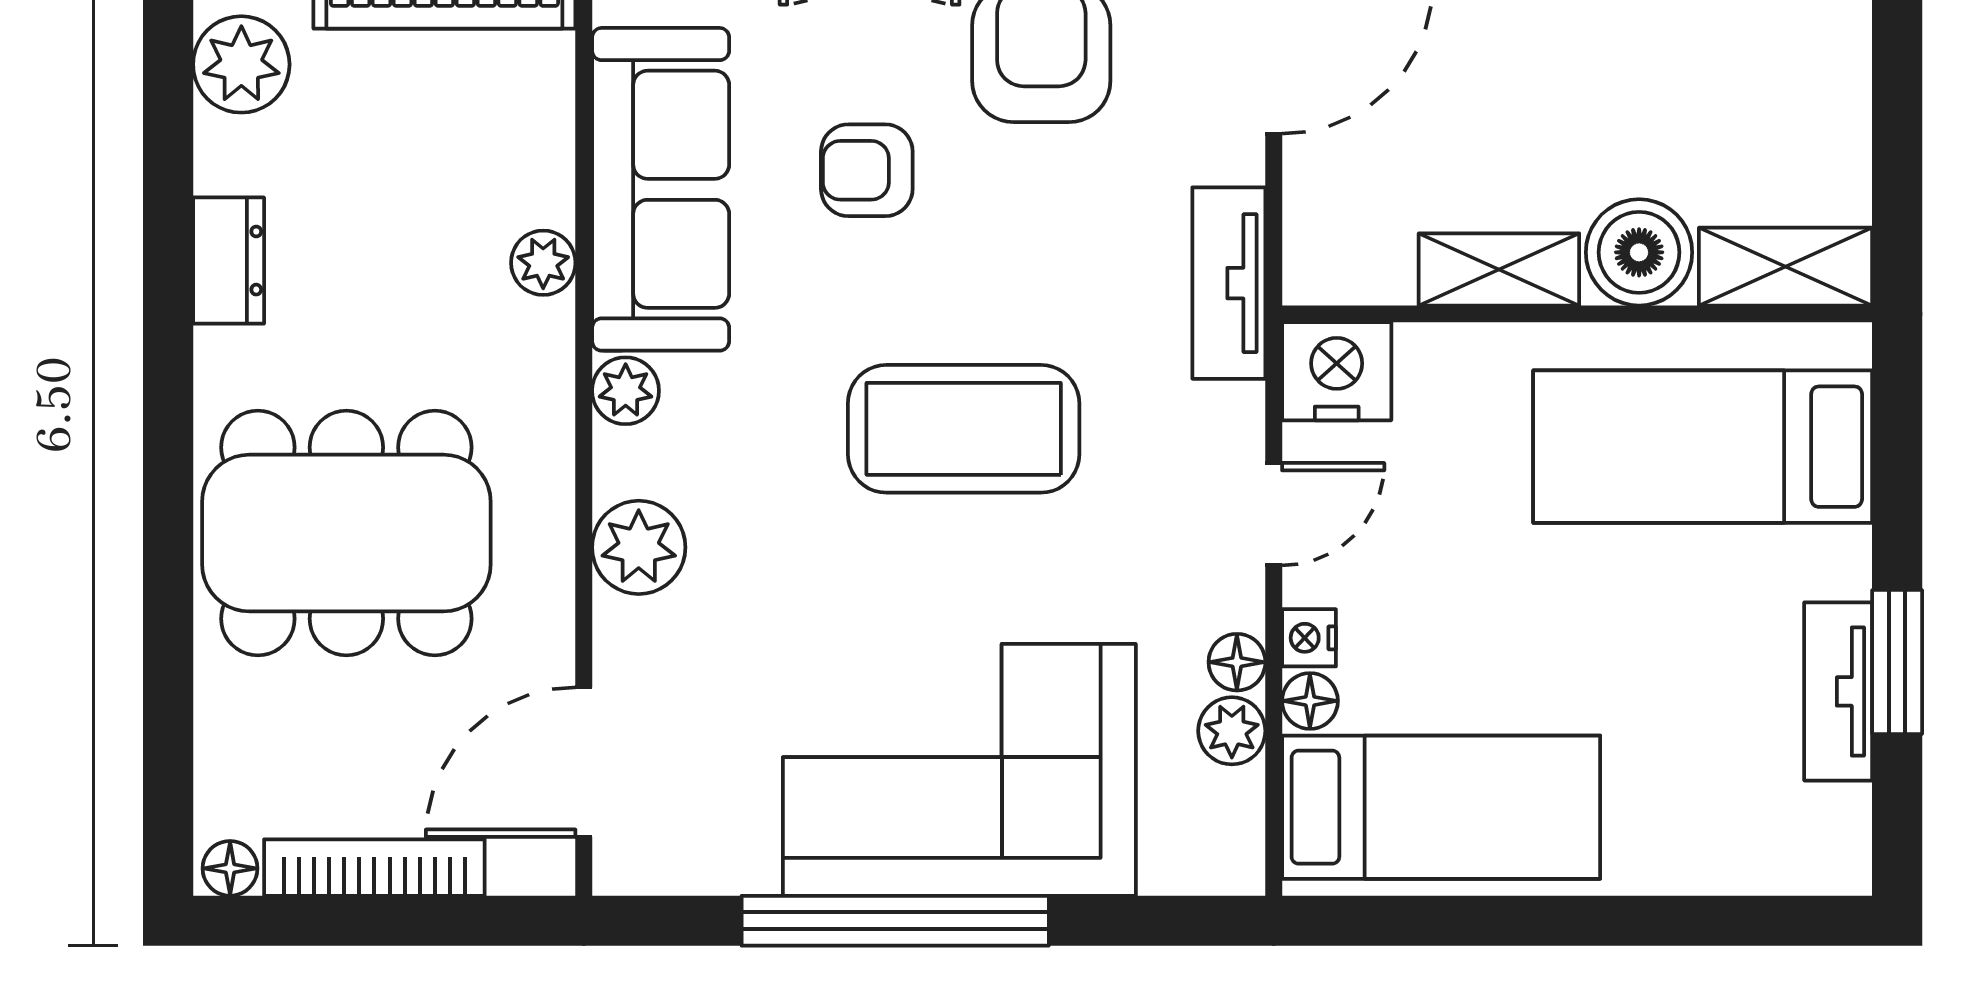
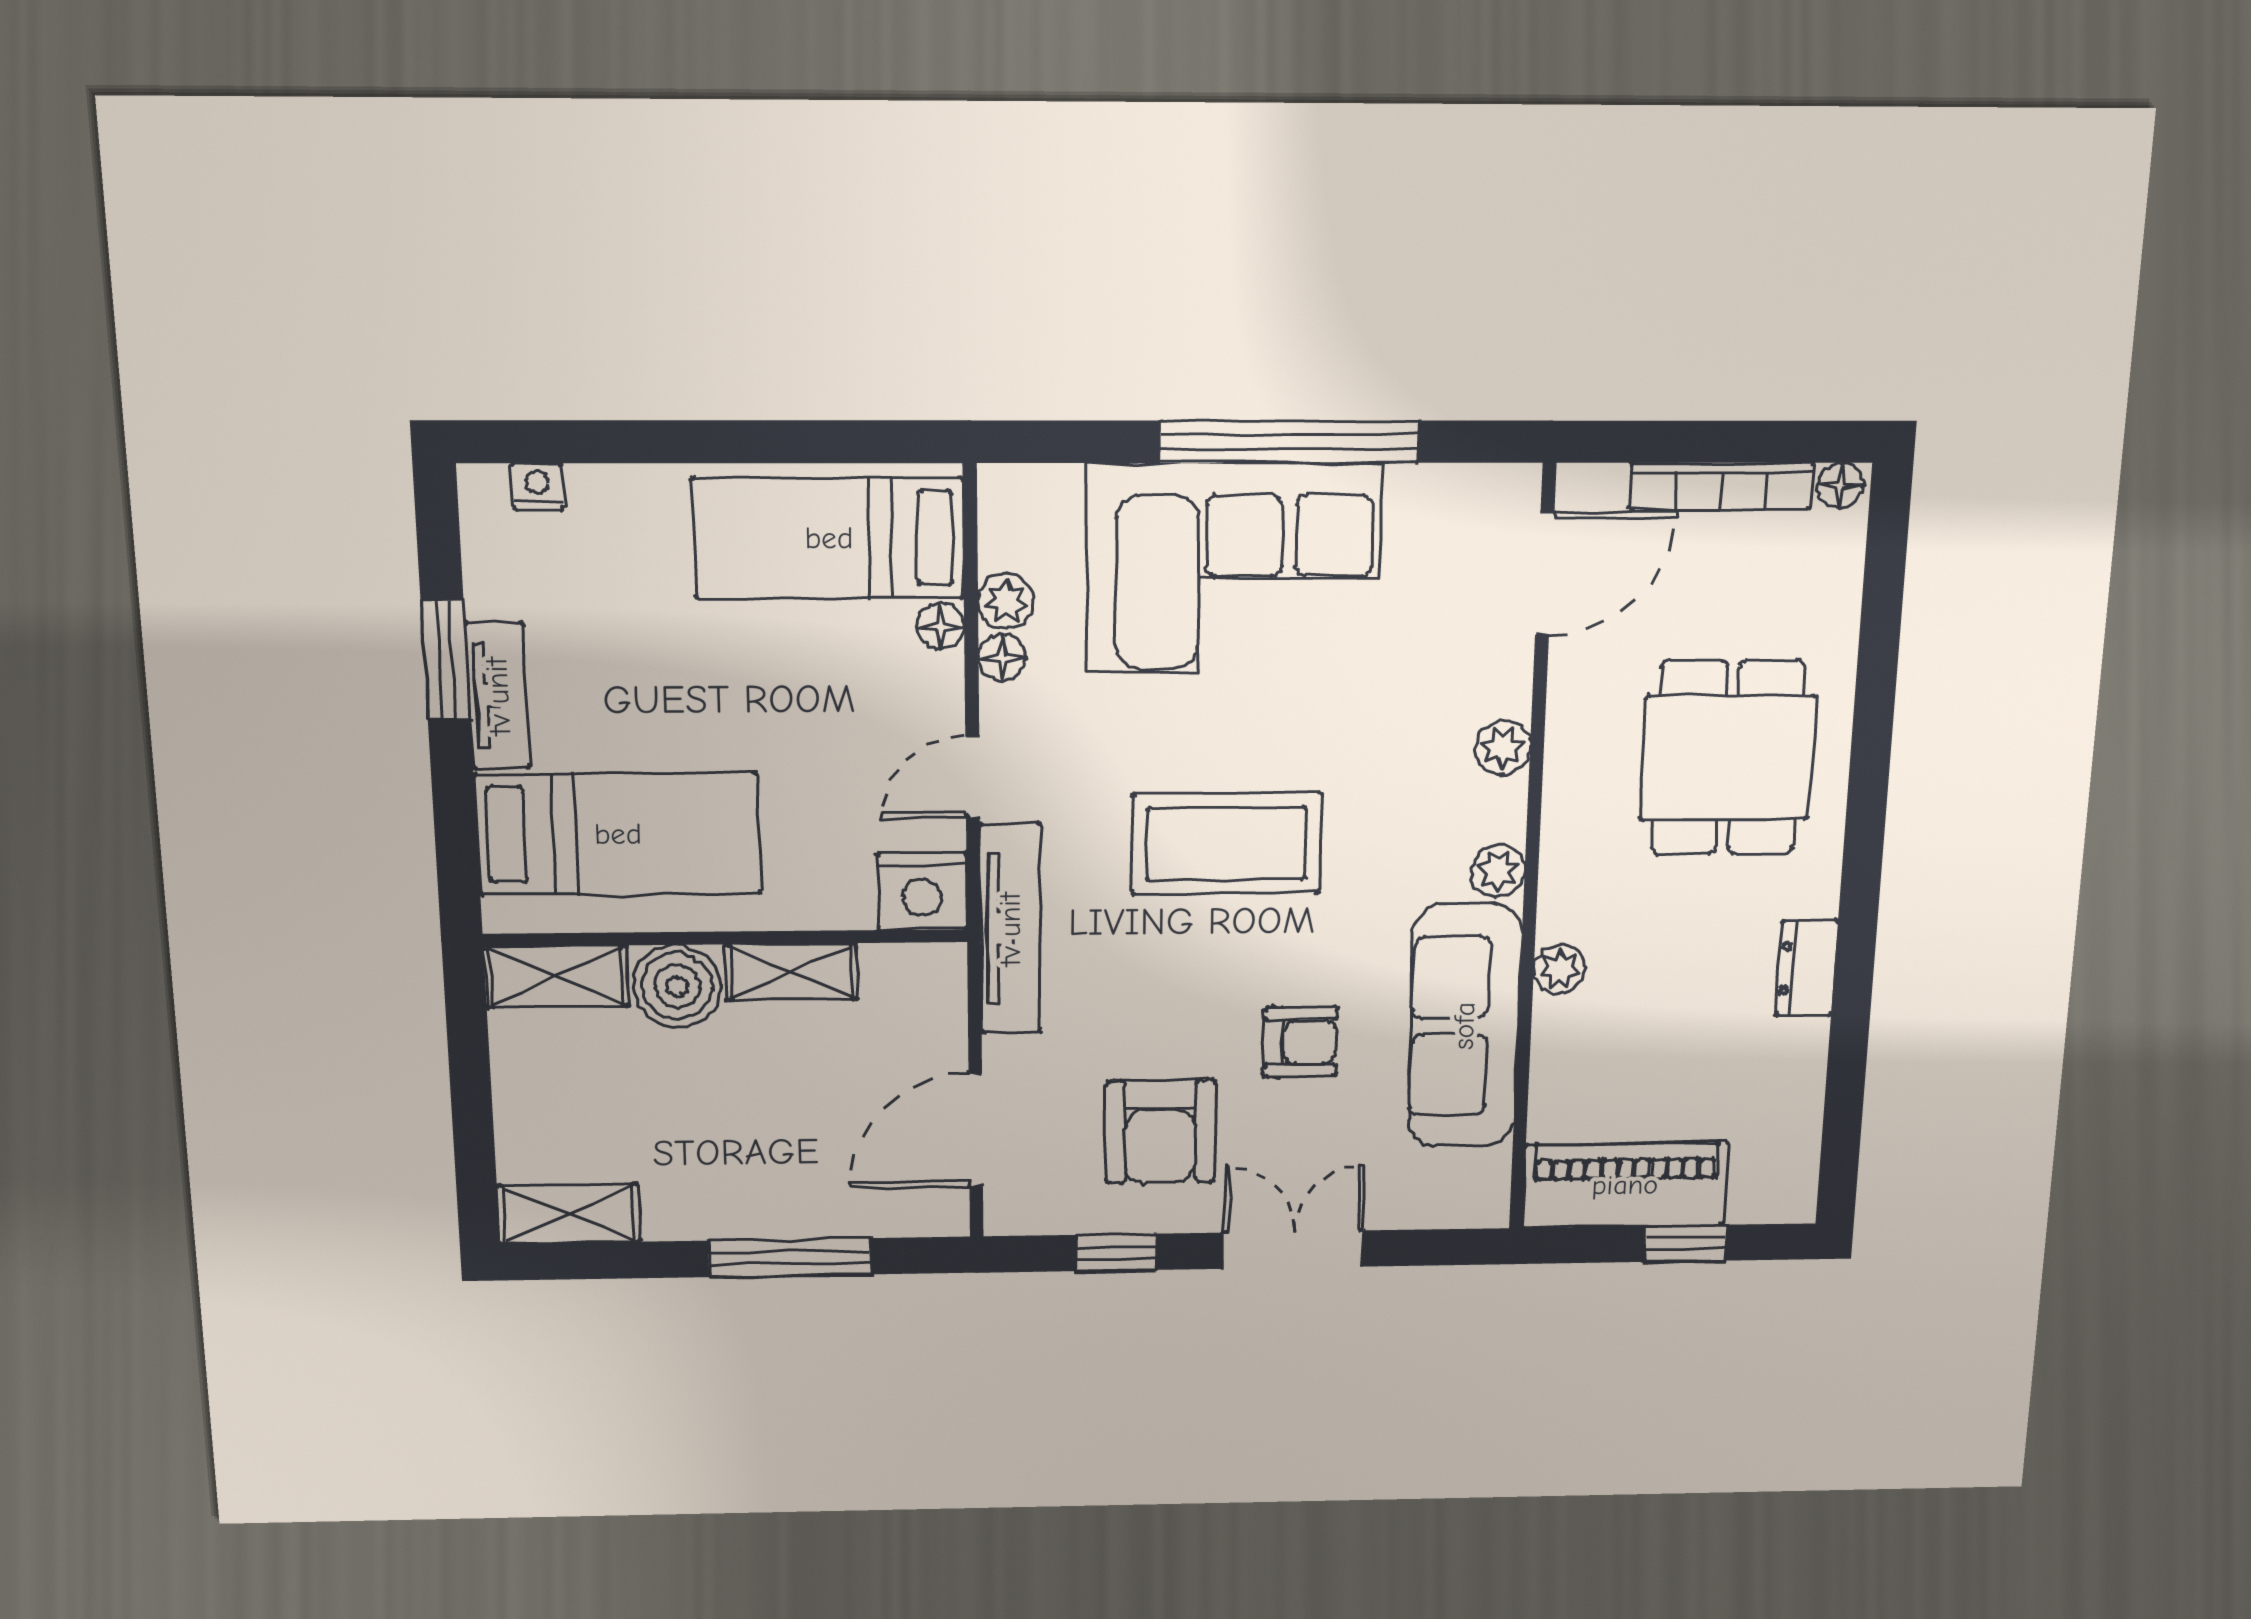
plant: (241, 64) -> (1787, 1115), removed
tv unit: (1229, 283) -> (1010, 929), width x1.41
dining table: (346, 533) -> (1728, 758), width x0.73
plant: (639, 547) -> (1503, 748), width x0.73, depth x0.73
nightstand: (1309, 638) -> (537, 486), moved, turned -90
tv unit: (1838, 691) -> (498, 696), moved

